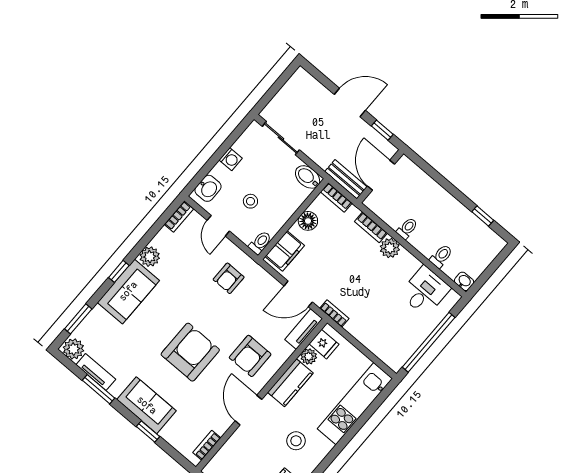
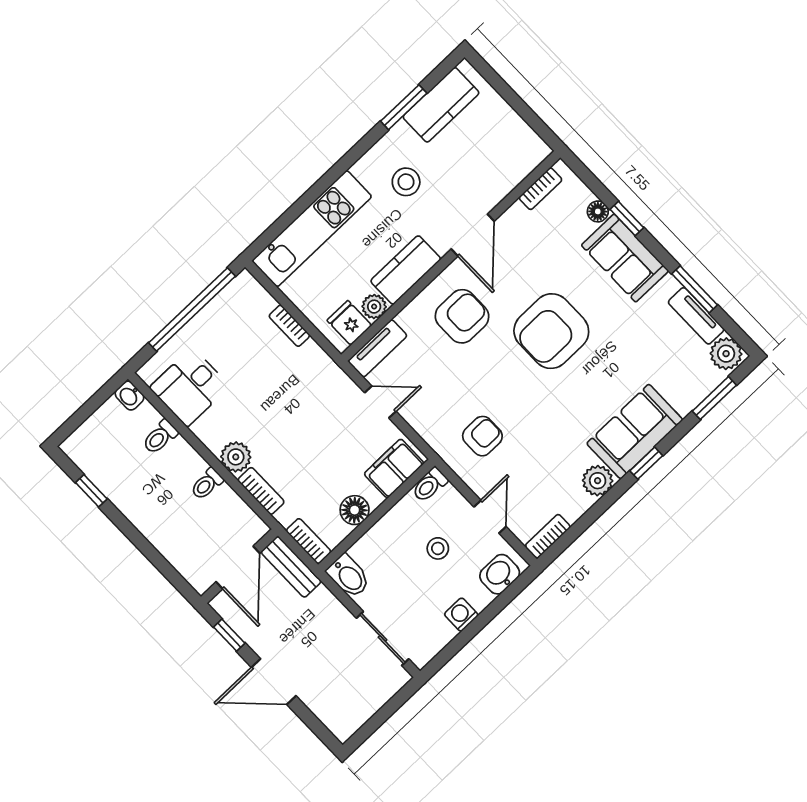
door: (298, 294) -> (380, 402), width x0.73
bookcase: (334, 313) -> (289, 326), moved
floor lamp: (168, 434) -> (598, 211), added

